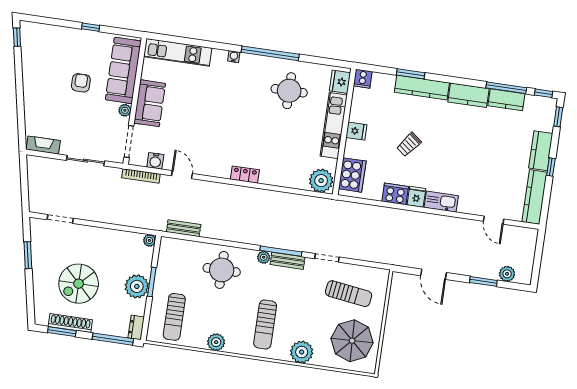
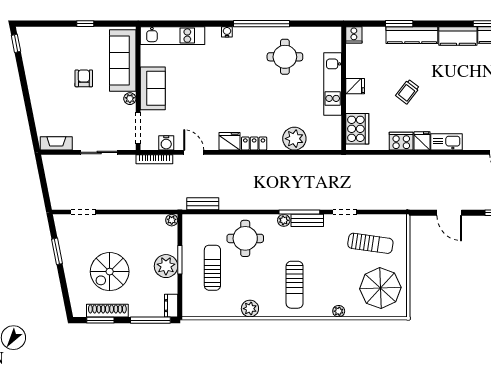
fridge: (340, 82) -> (229, 141), moved, turned 90
plant: (321, 181) -> (294, 139), moved
sun lounger: (174, 317) -> (212, 268), moved, turned 180
plant: (302, 352) -> (339, 311), width x0.53, depth x0.53

